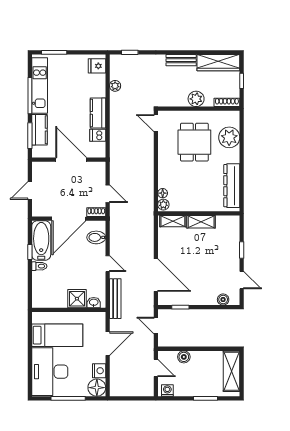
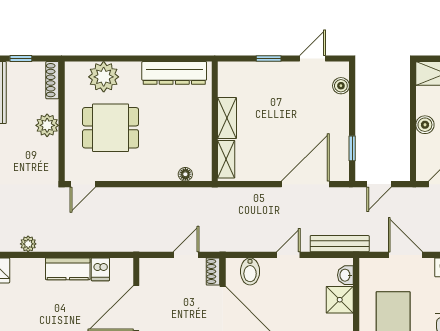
plant: (163, 205) -> (202, 173), removed
boiler: (184, 357) -> (425, 125), moved

